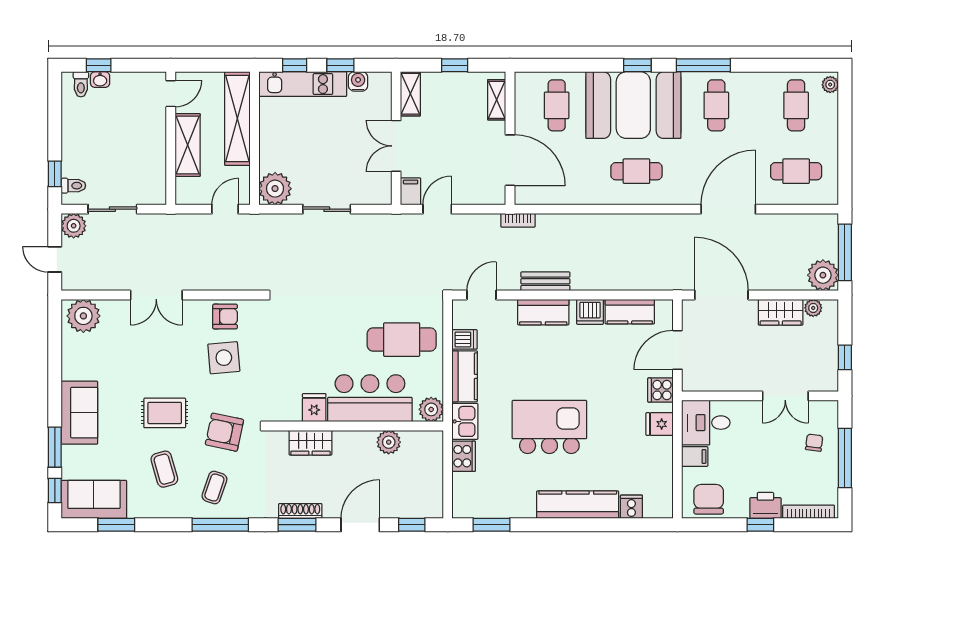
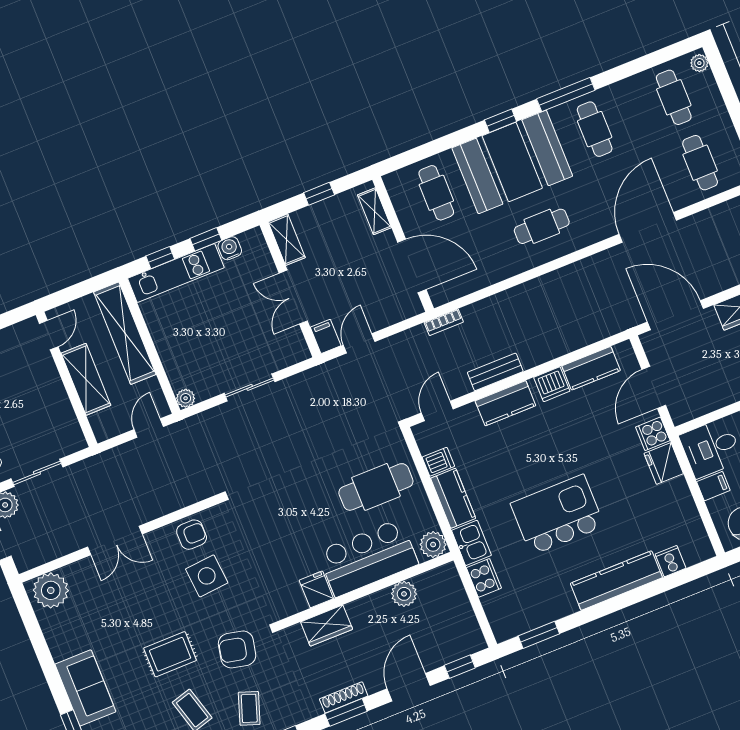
cafe table: (796, 171) -> (700, 163), turned 90
plant: (275, 189) -> (186, 398), width x0.53, depth x0.53
fridge: (660, 424) -> (664, 464), width x1.38

